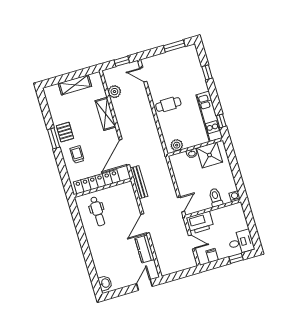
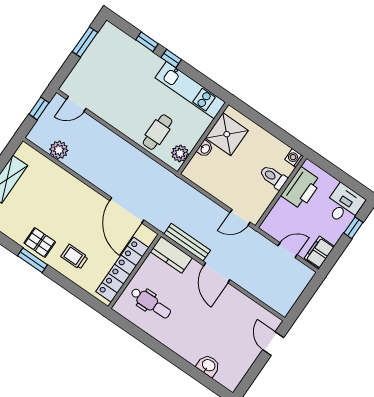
cafe table: (168, 104) -> (158, 132), moved
shelving: (106, 114) -> (69, 184), removed
window: (221, 121) -> (171, 58), moved
bench: (139, 182) -> (187, 242), moved
door: (181, 204) -> (240, 217), swing flipped
printer: (200, 223) -> (301, 188), moved
kitchen counter: (145, 249) -> (171, 255), moved
filing cabinet: (212, 255) -> (319, 252), width x2.00
washbasin: (105, 283) -> (208, 366), moved

